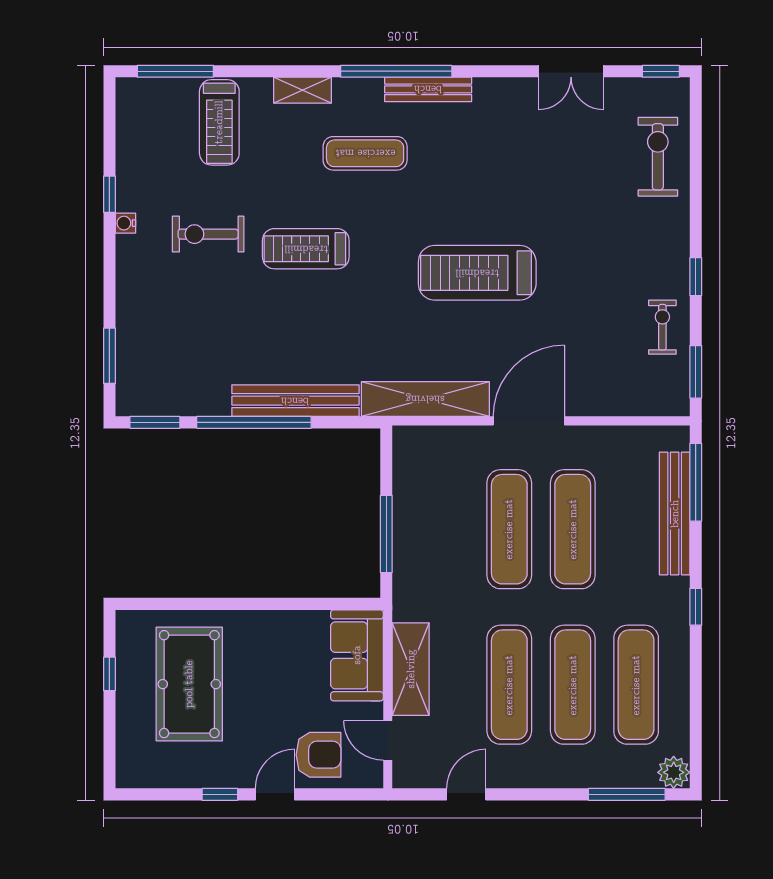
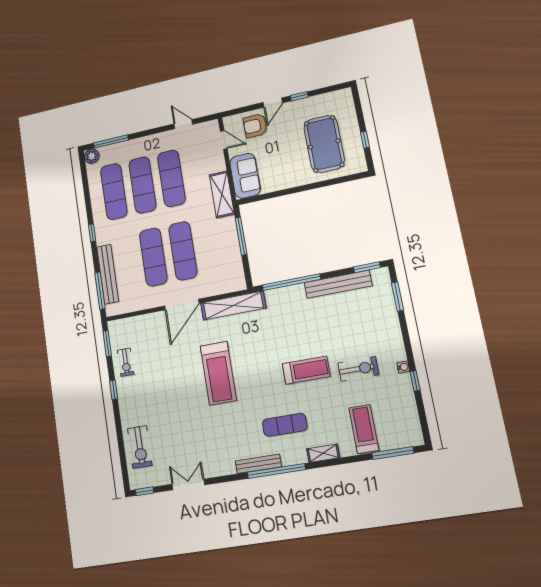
treadmill: (477, 273) -> (218, 373), turned 90
bench: (295, 401) -> (338, 284), moved
window: (254, 422) -> (291, 282), moved
shelving: (411, 669) -> (222, 194), moved
door: (466, 794) -> (183, 124), swing flipped

